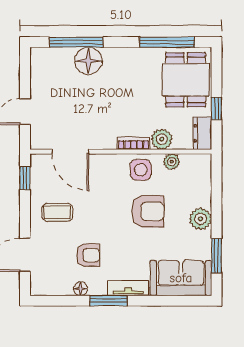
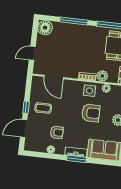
window: (76, 42) -> (74, 21), moved
floor lamp: (88, 61) -> (45, 28), moved
window: (25, 178) -> (26, 107), moved
window: (108, 301) -> (77, 159), moved

